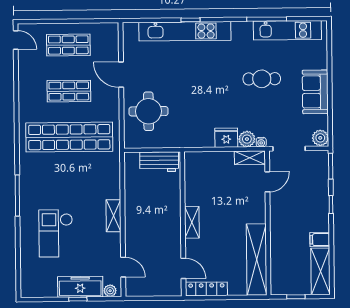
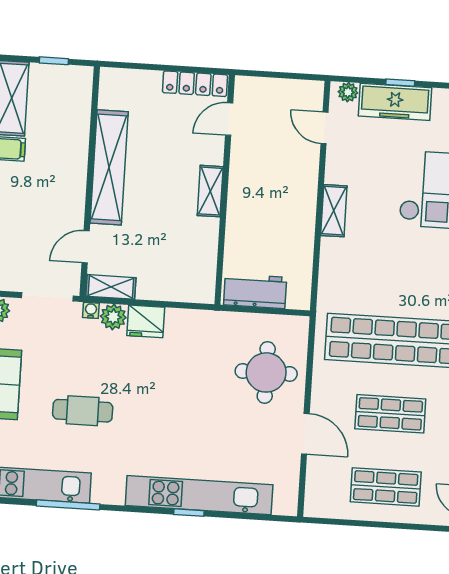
shelving: (257, 260) -> (109, 167), moved
door: (183, 268) -> (229, 119), hinge flipped

